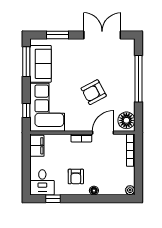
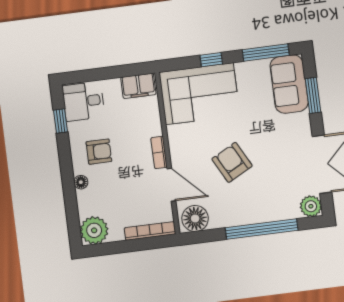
plant: (128, 46) -> (311, 206), added
sofa: (41, 64) -> (289, 84), moved, turned 90
window: (26, 111) -> (211, 60), moved
armchair: (76, 176) -> (99, 152), turned 180
plant: (130, 190) -> (94, 230), width x1.88, depth x1.88

